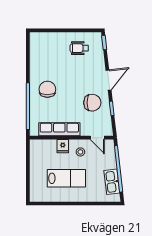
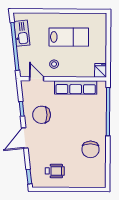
chair: (47, 89) -> (90, 149), moved
fridge: (63, 146) -> (101, 70), moved
lab bench: (66, 178) -> (69, 37), turned 180

